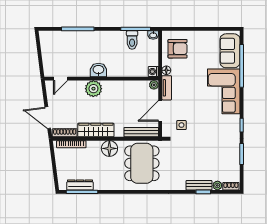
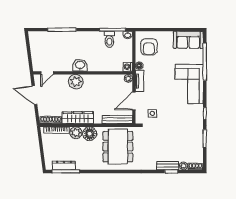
armchair: (178, 49) -> (149, 47), turned 90
sofa: (230, 51) -> (188, 40), moved, turned -90
door: (48, 118) -> (34, 95), moved
plant: (94, 147) -> (76, 133), added

